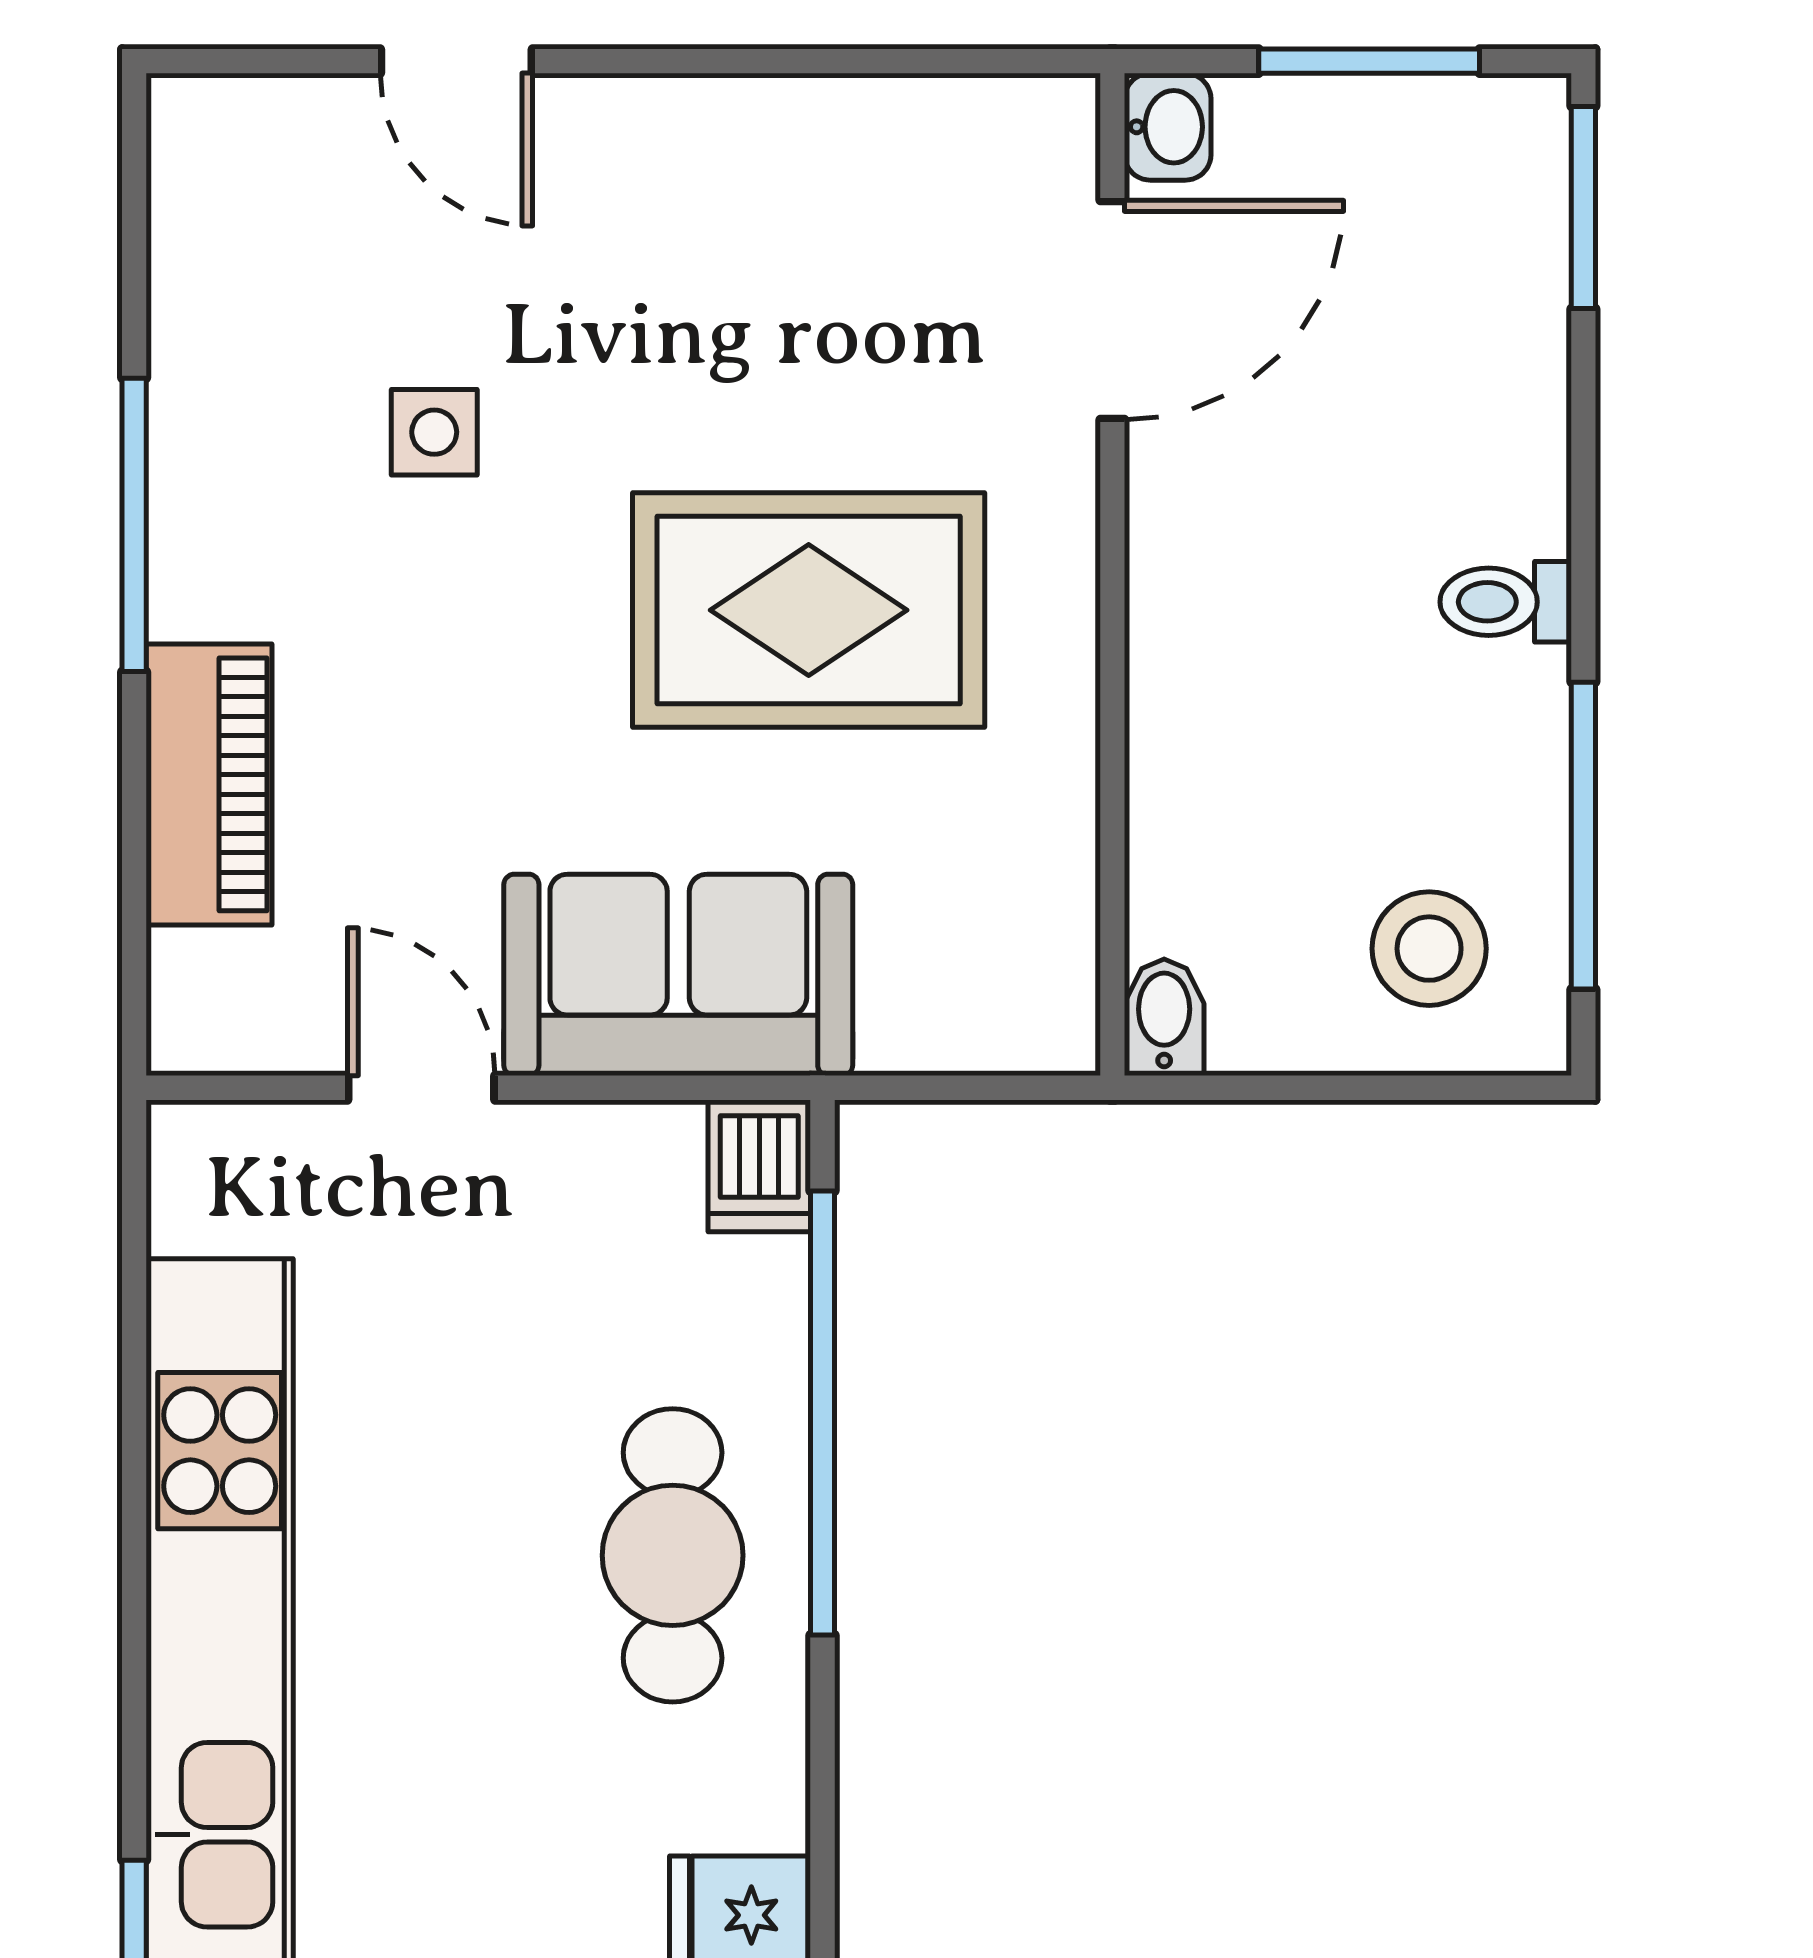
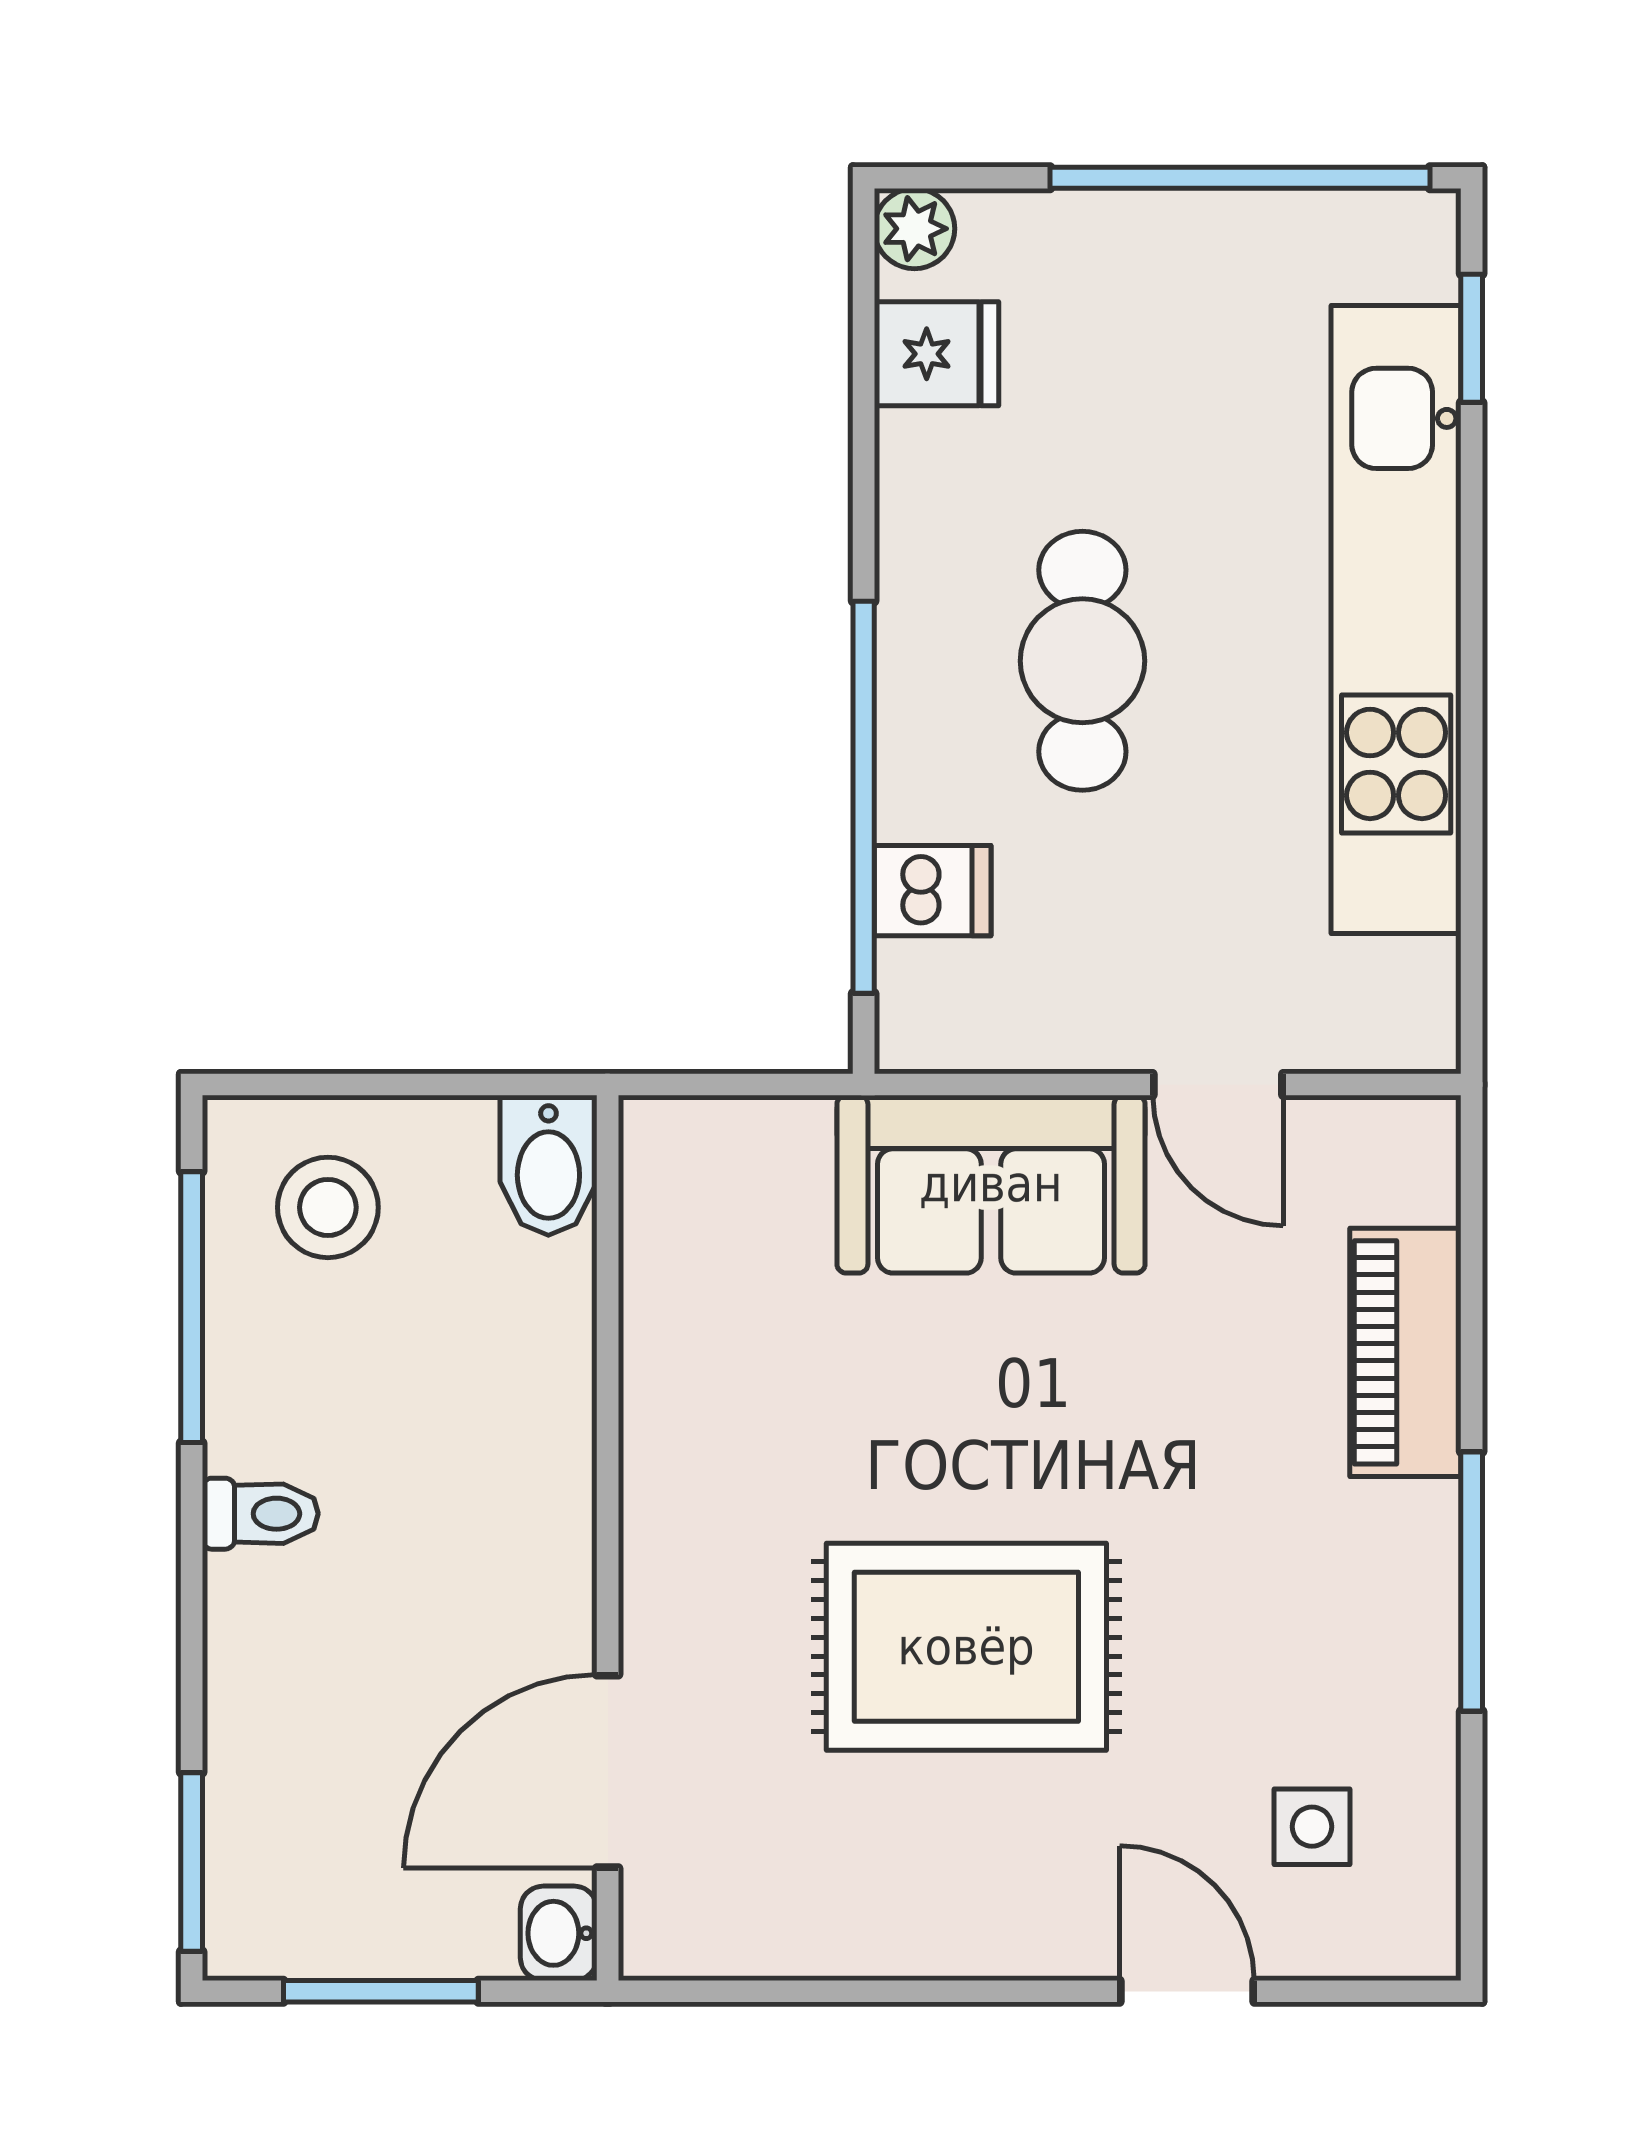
side table: (434, 432) -> (1312, 1827), moved
rug: (809, 610) -> (966, 1647), moved
bidet: (1164, 1017) -> (548, 1165), width x1.38, depth x1.36
dishwasher: (759, 1166) -> (933, 891), moved, turned 90
cafe table: (673, 1555) -> (1082, 661), moved

